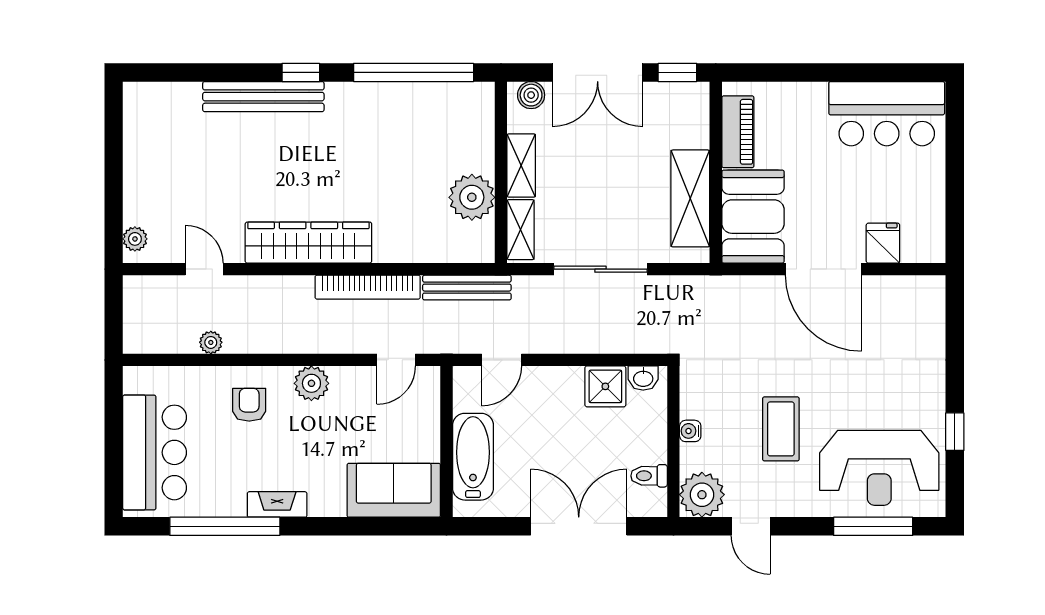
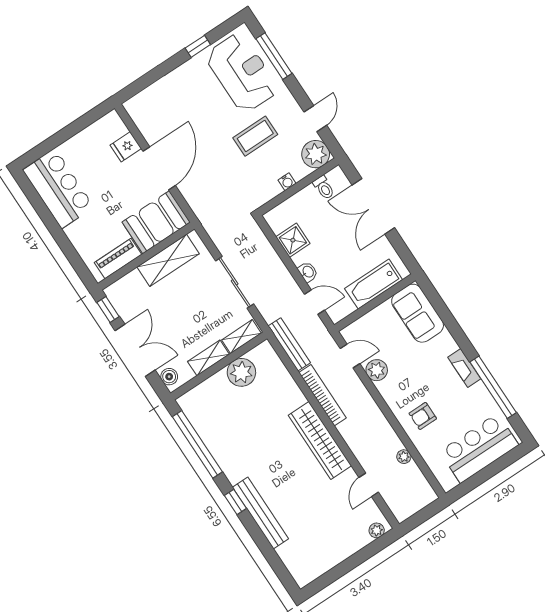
washbasin: (643, 378) -> (308, 272), moved
plant: (311, 383) -> (377, 370), moved

